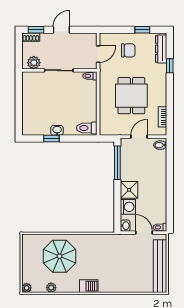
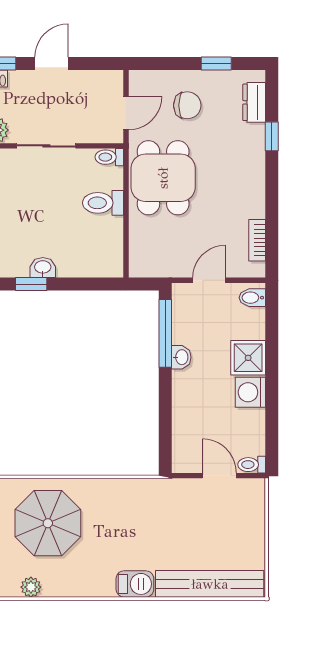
dresser: (161, 49) -> (254, 102), width x0.70
dining table: (131, 96) -> (163, 178), moved
toilet: (87, 128) -> (103, 203), moved
shower: (129, 190) -> (248, 358), moved
washing machine: (128, 207) -> (250, 392), moved, turned 180
washbasin: (125, 226) -> (181, 357), moved
bench: (160, 266) -> (210, 584), moved, turned 90
barbecue: (89, 286) -> (135, 584), moved

